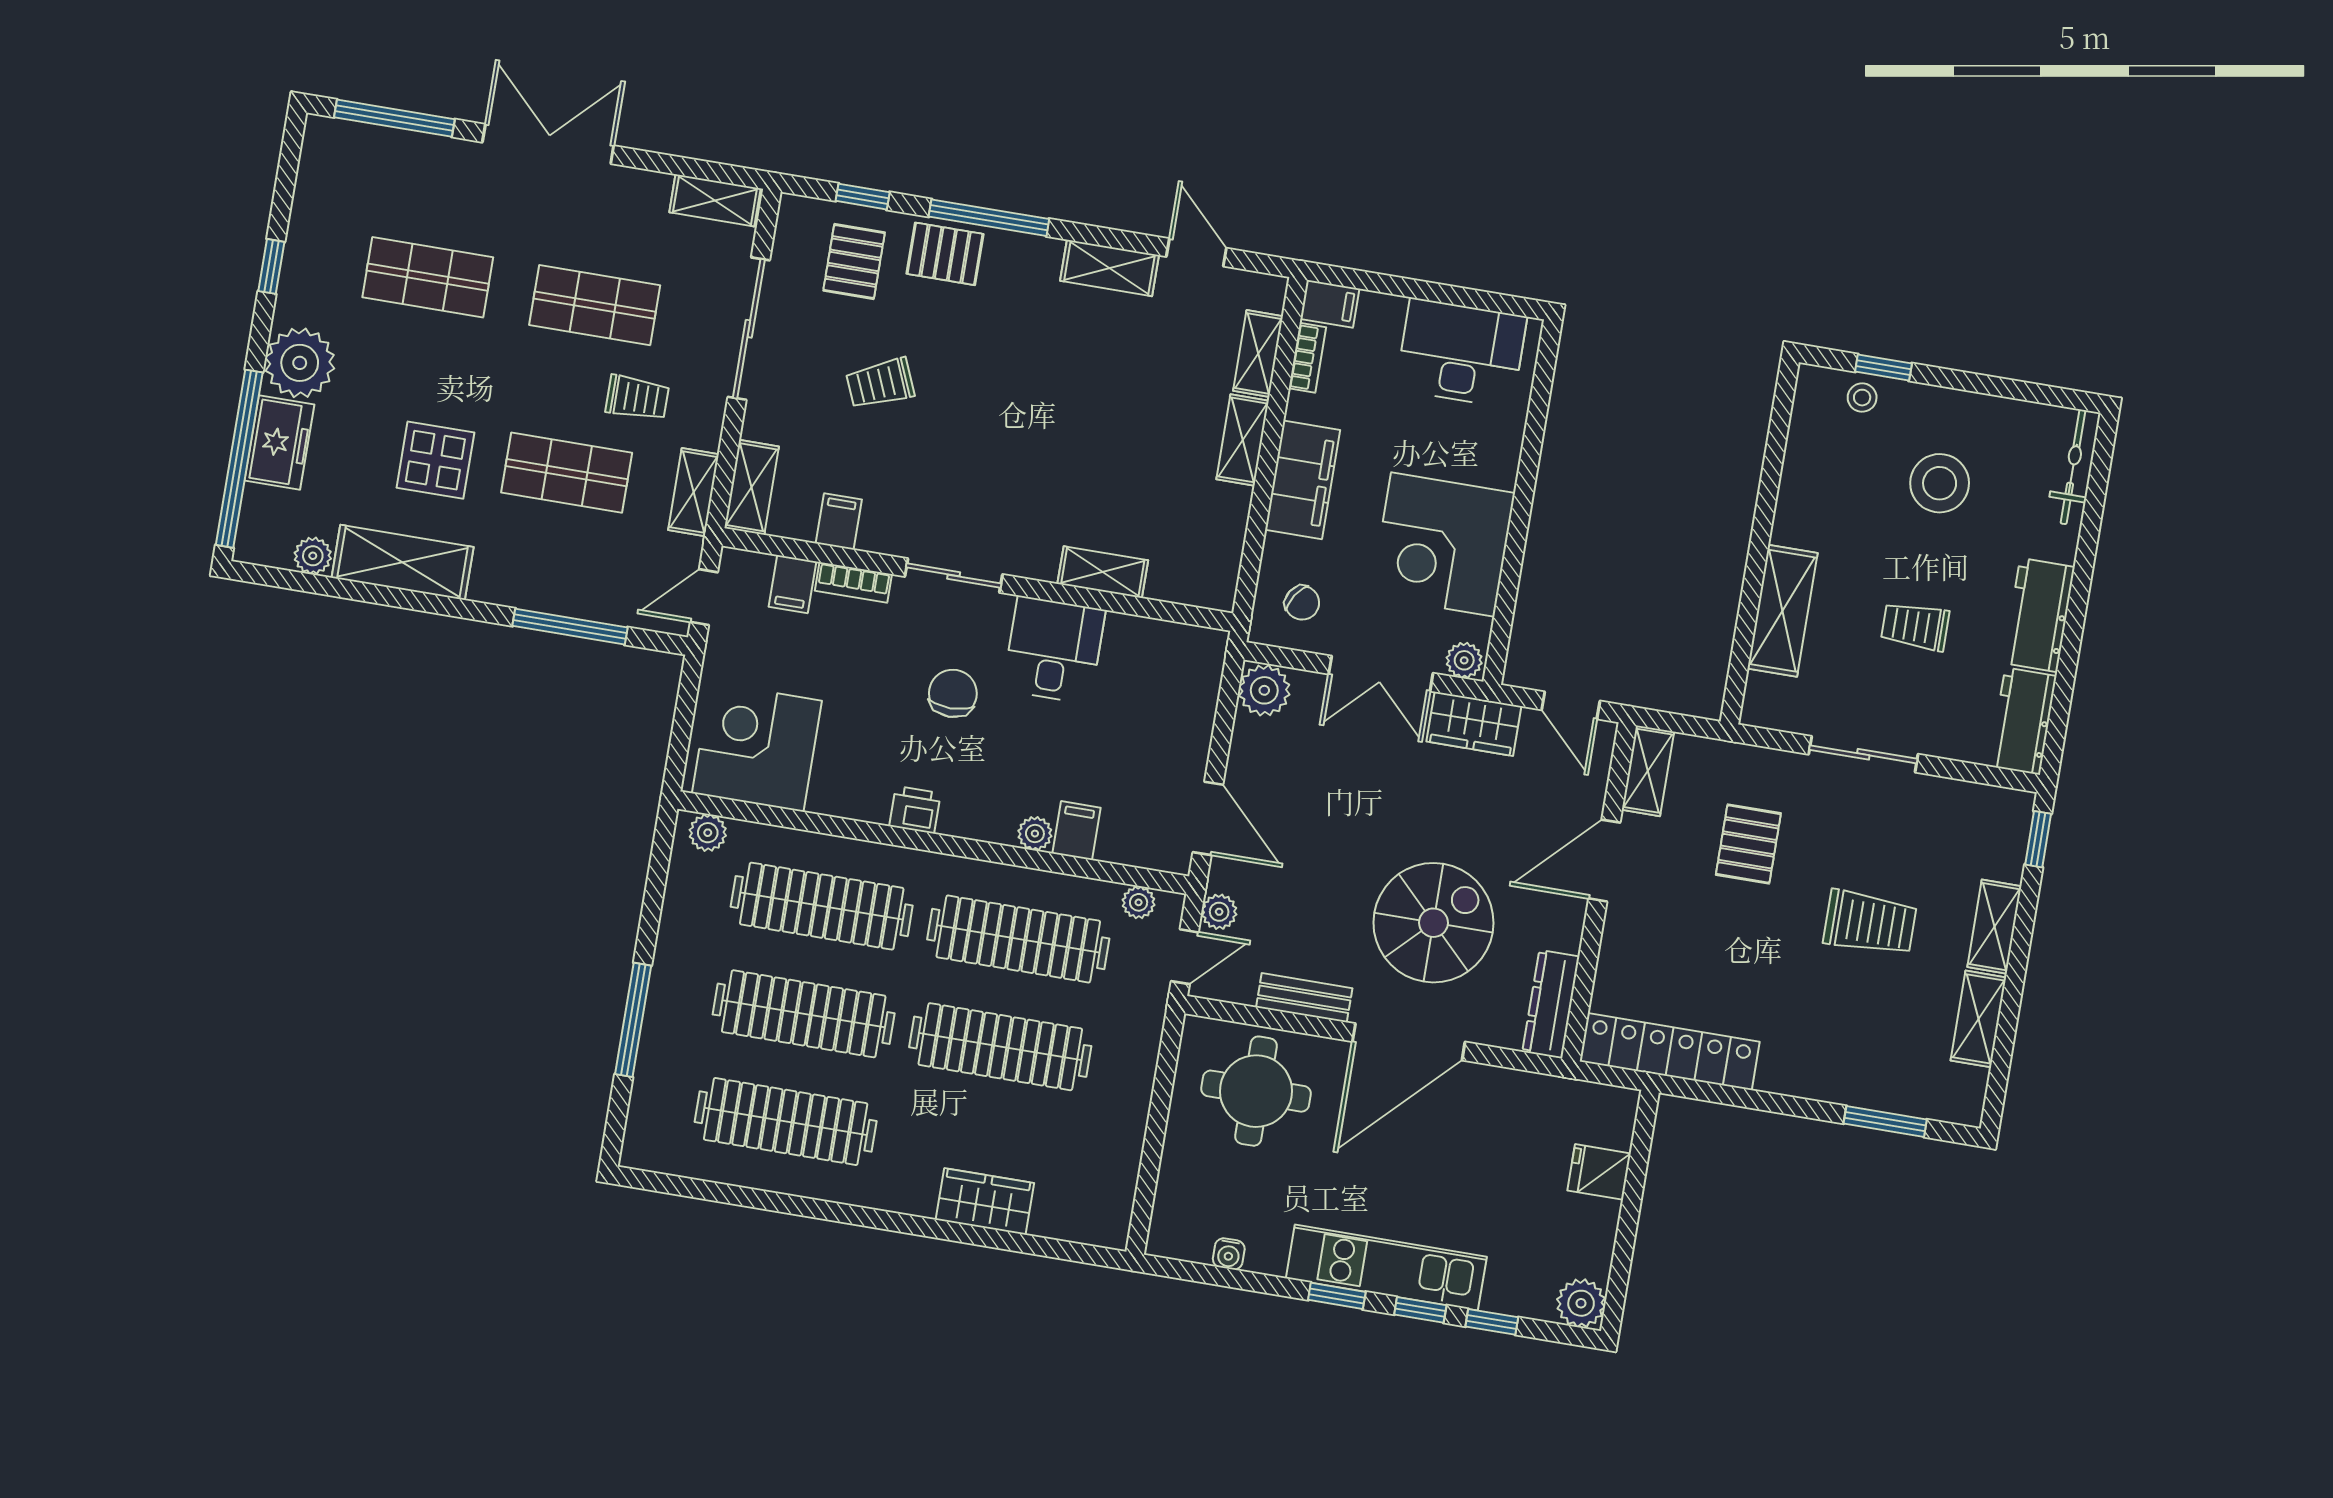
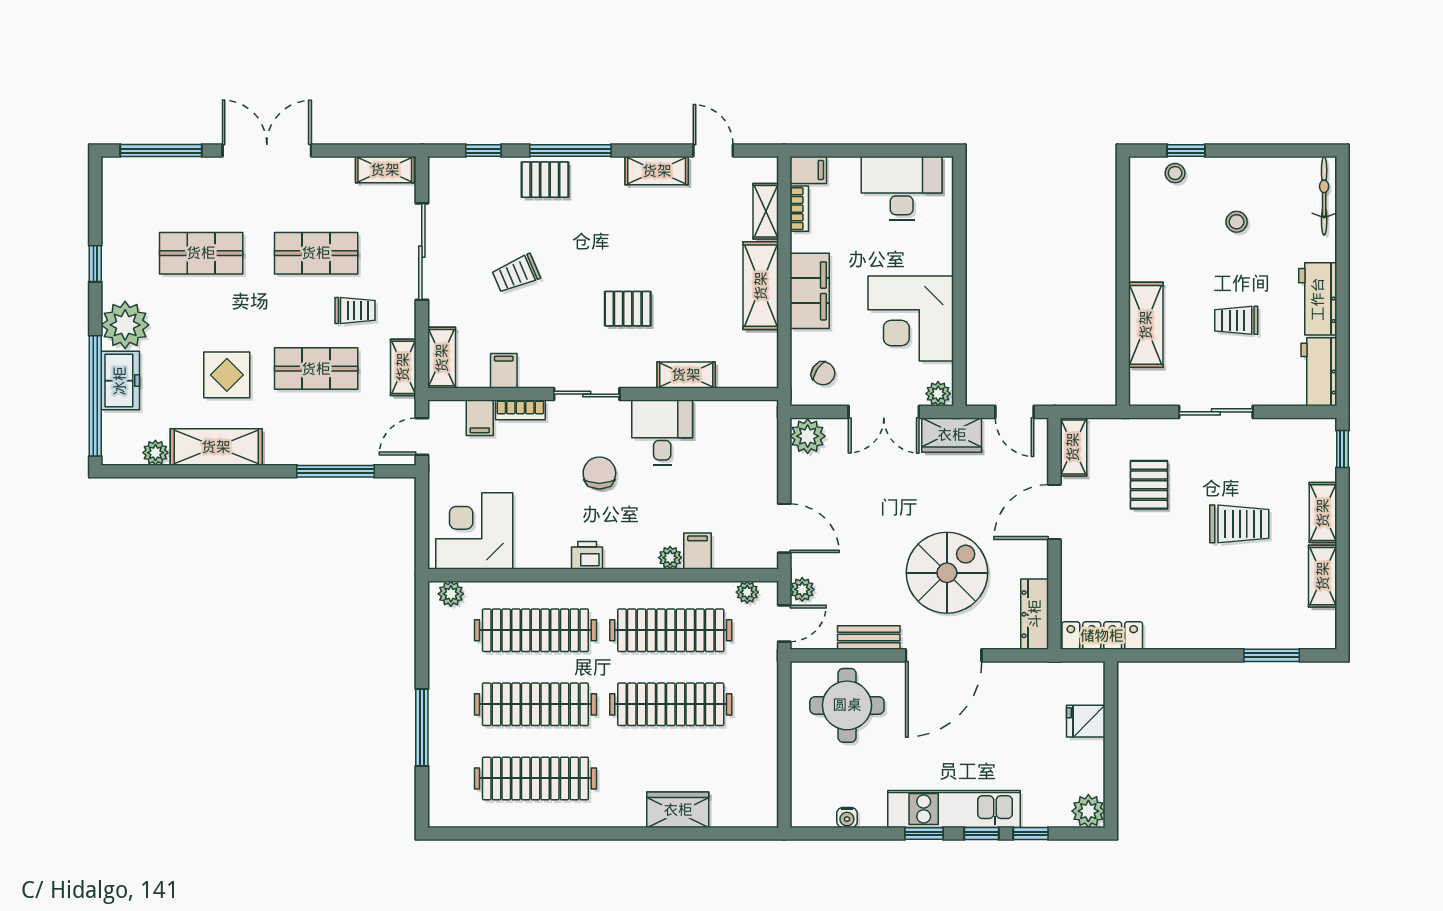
pallet: (854, 261) -> (628, 309), moved, turned 90
shelving: (1243, 440) -> (761, 286), width x1.50, depth x1.33
stool: (1940, 483) -> (1237, 222), width x0.53, depth x0.53
locker: (1670, 1052) -> (1102, 636), width x0.71, depth x0.83

